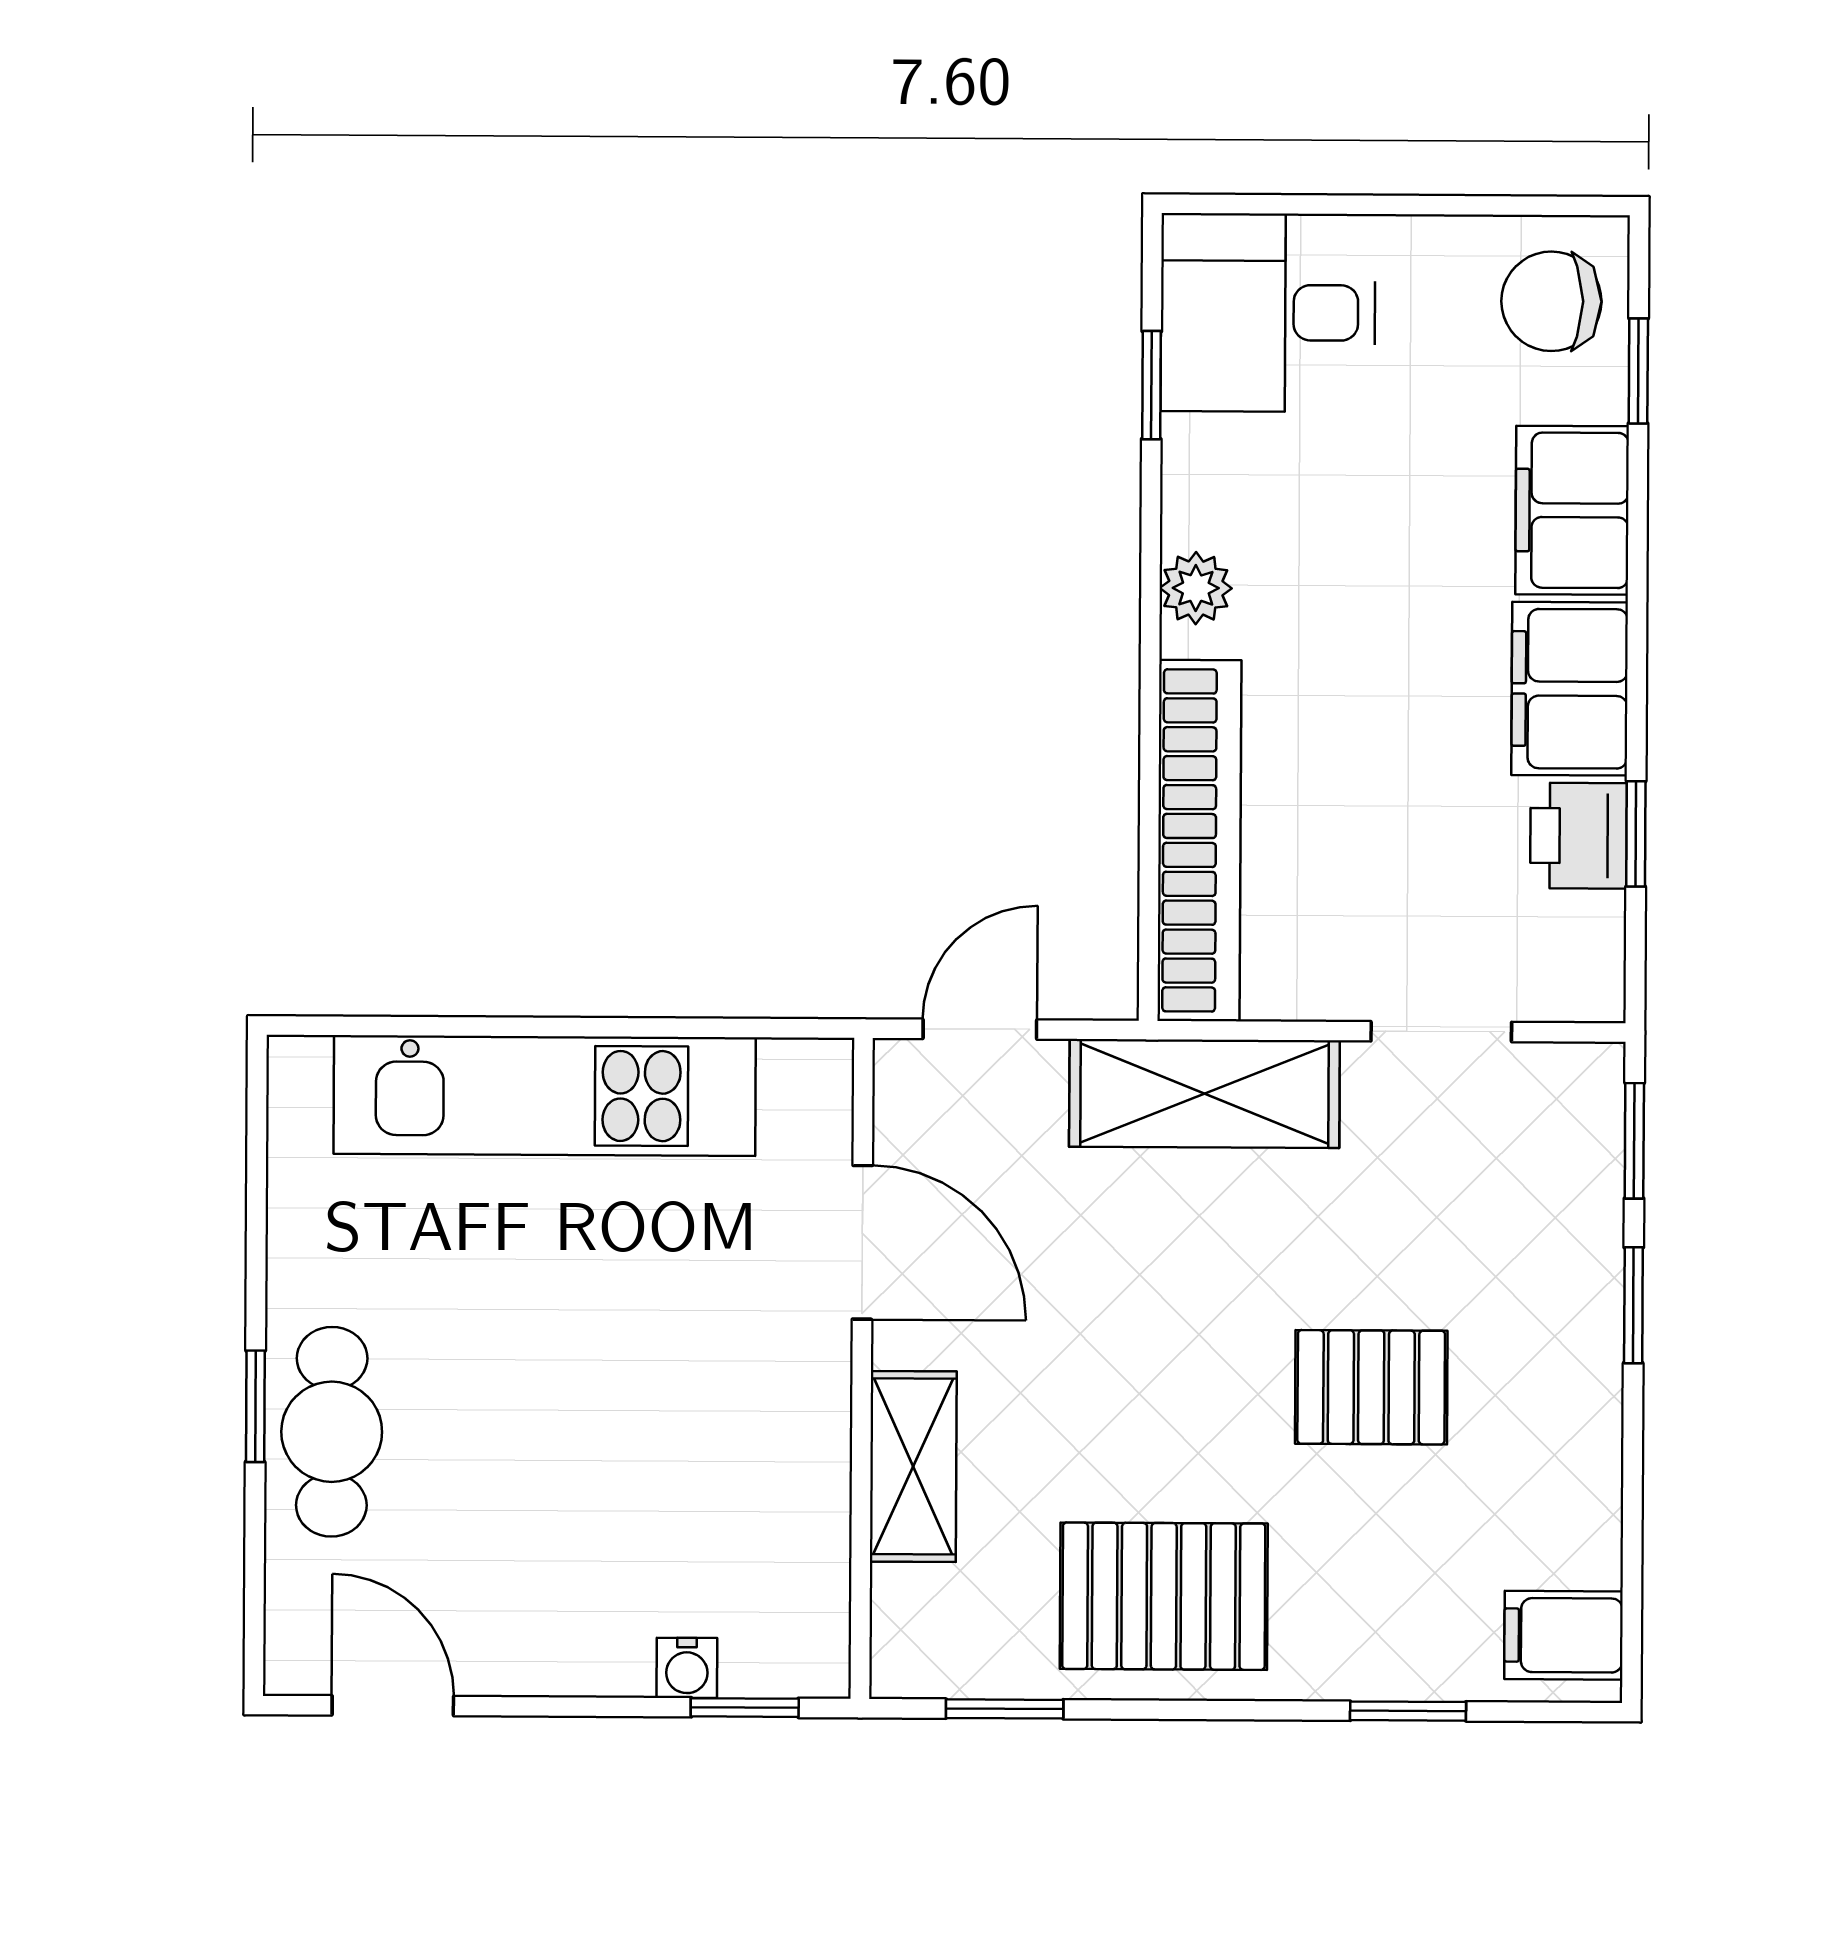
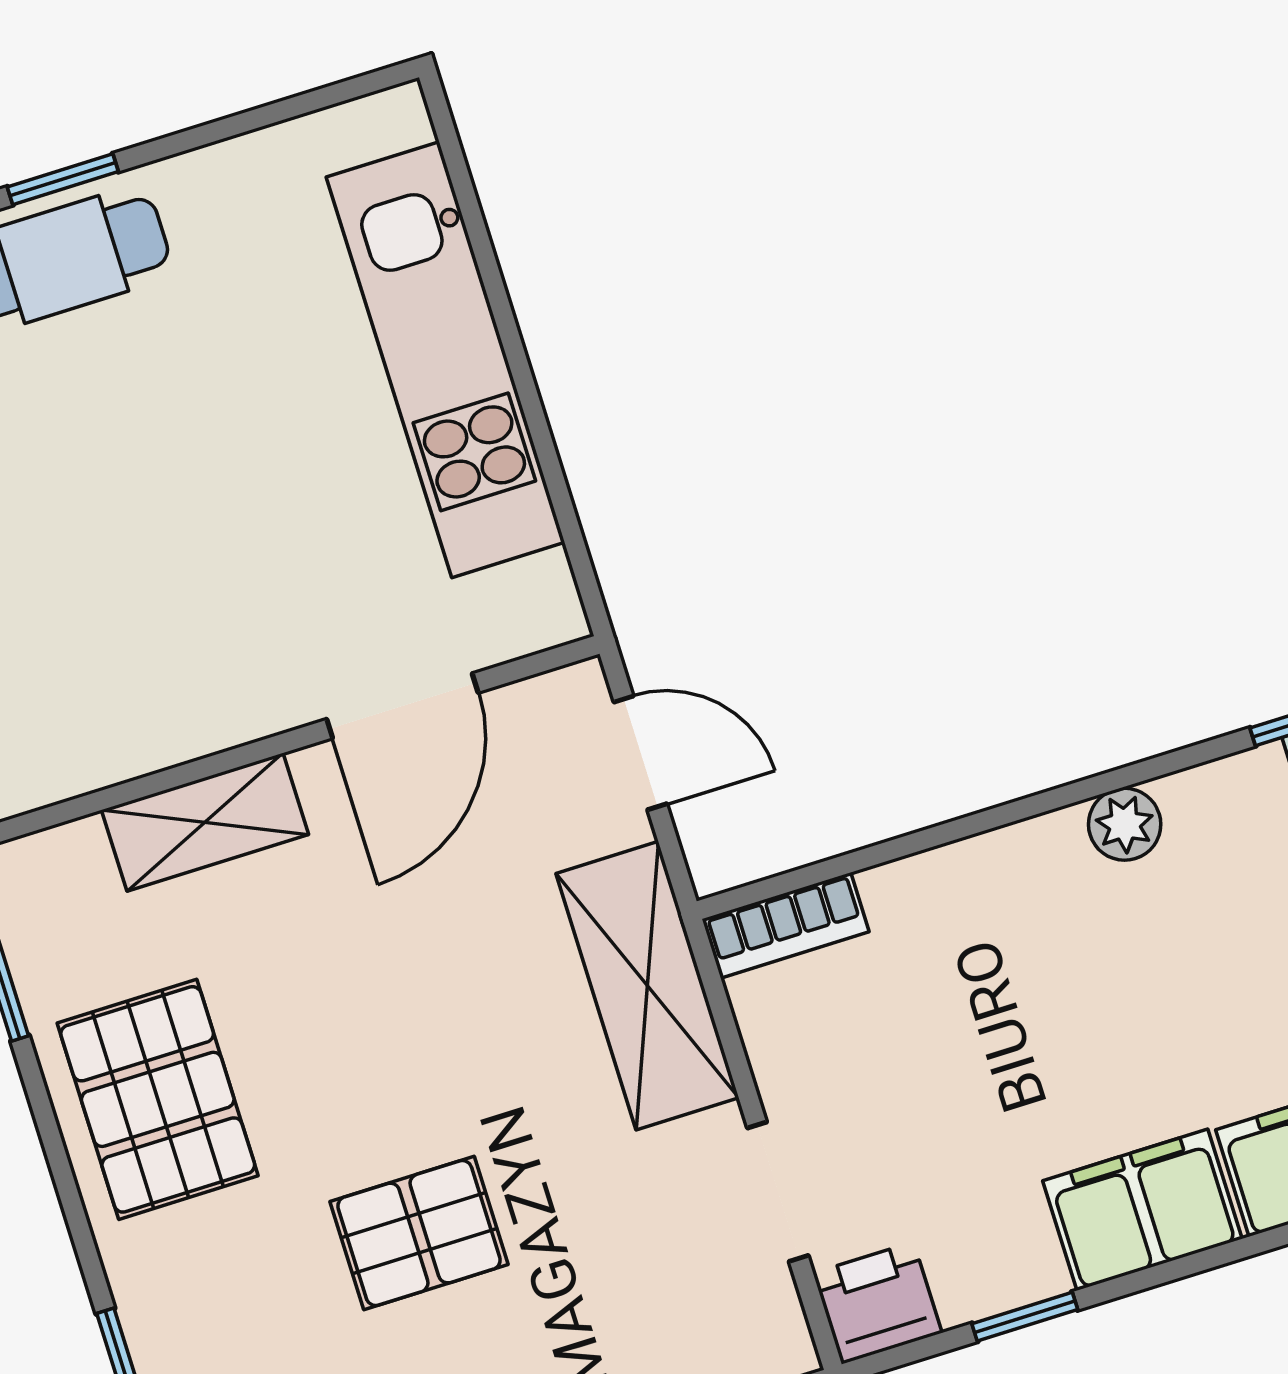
printer: (1579, 836) -> (878, 1303), moved
bookcase: (1199, 840) -> (786, 925), width x0.43, depth x0.76
pallet: (1371, 1387) -> (419, 1233), turned 90

